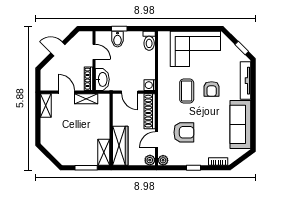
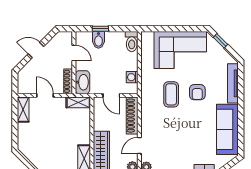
window: (242, 48) -> (220, 41), moved
washing machine: (150, 85) -> (132, 77), moved
shelving: (86, 99) -> (78, 102), moved
armchair: (184, 132) -> (168, 138), removed

